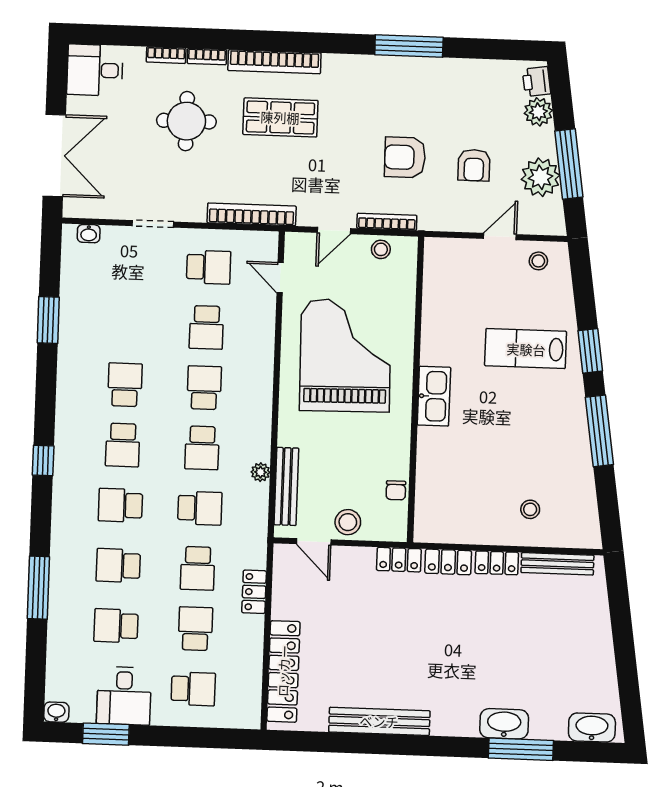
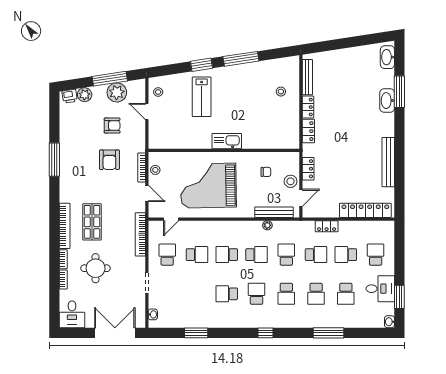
school desk: (123, 445) -> (256, 294), turned -90
chair: (396, 490) -> (266, 172), moved
locker: (399, 560) -> (308, 169), moved

